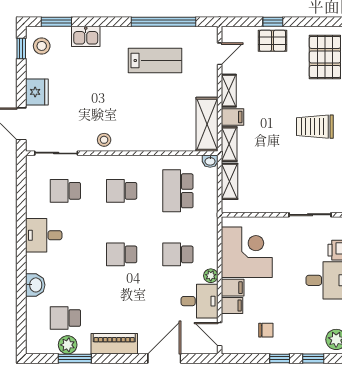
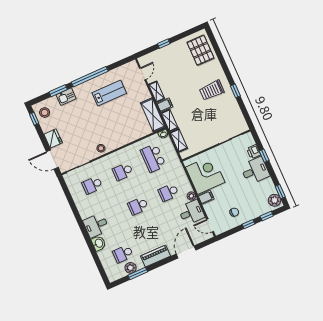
window: (56, 22) -> (58, 91), moved
window: (163, 22) -> (90, 77), moved
pallet: (272, 41) -> (168, 54), removed
desk: (44, 235) -> (96, 225), moved
filing cabinet: (232, 306) -> (210, 207), removed

